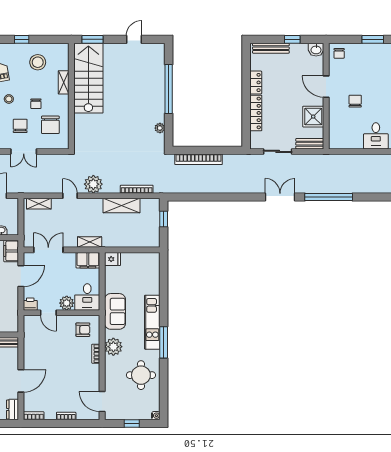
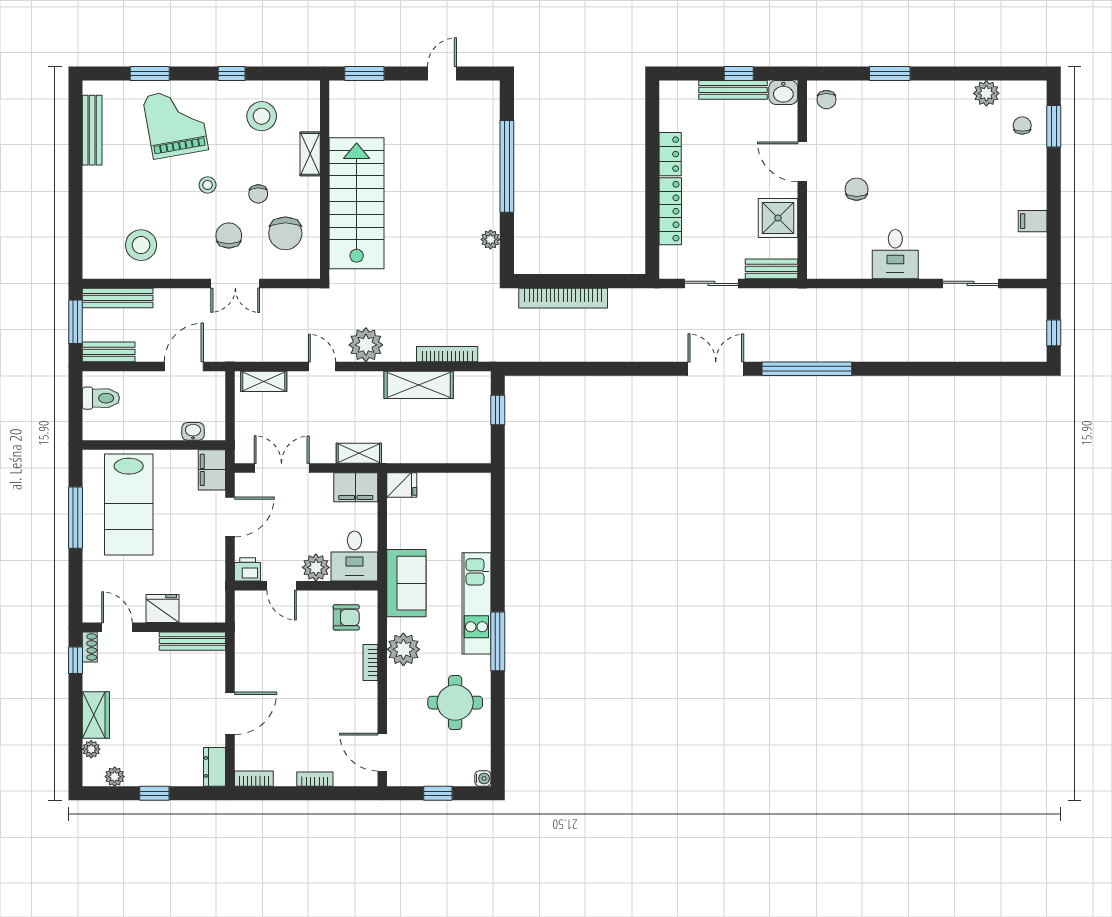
bench: (271, 48) -> (733, 90), moved
stairs: (88, 78) -> (357, 203), moved

